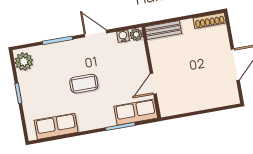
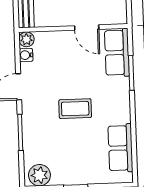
coffee table: (84, 84) -> (75, 109), turned 90

